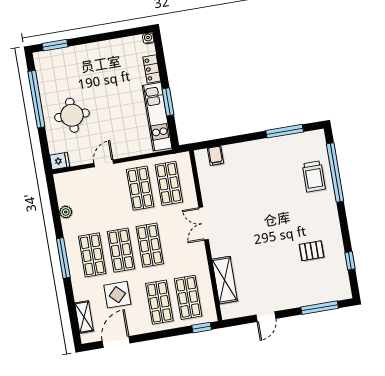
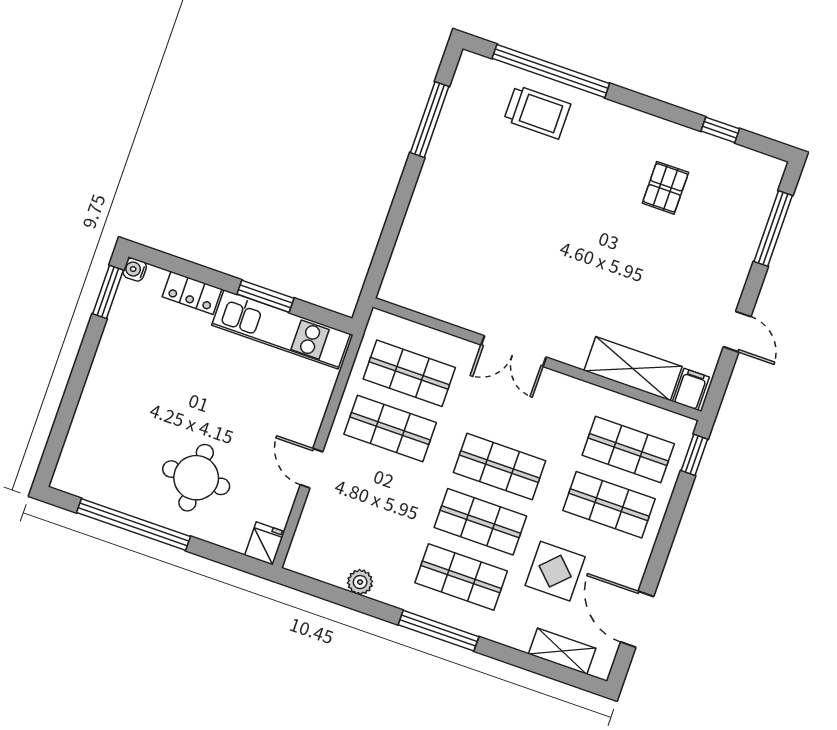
window: (55, 45) -> (108, 292), moved
filing cabinet: (216, 156) -> (691, 389), moved, turned -90

